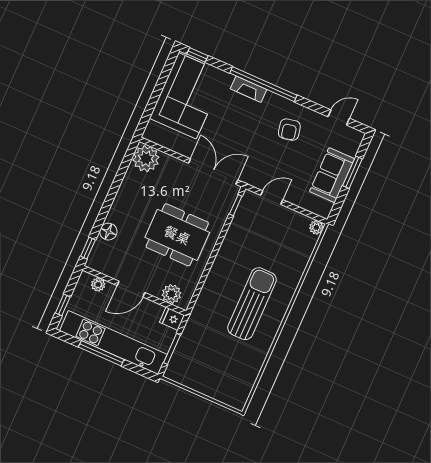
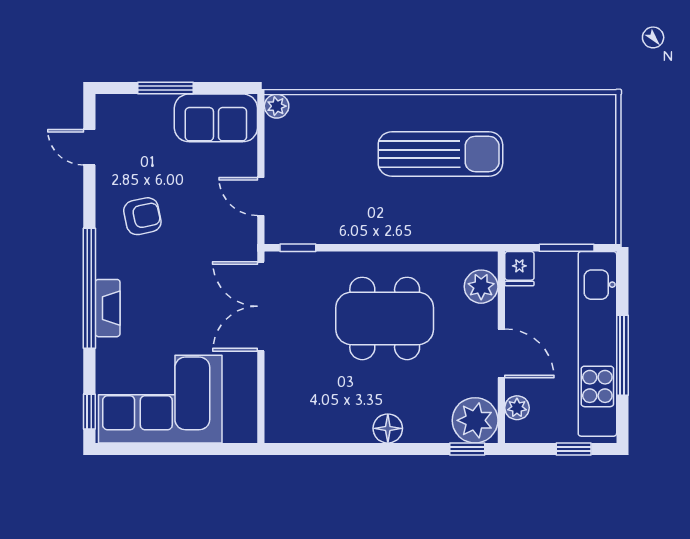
plant: (146, 159) -> (475, 420), moved
sofa: (332, 175) -> (216, 118), moved
floor lamp: (108, 232) -> (388, 428), moved
dining table: (177, 235) -> (385, 318), turned 90
sun lounger: (252, 304) -> (440, 154), turned 180

